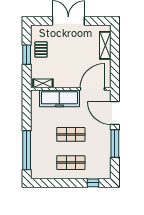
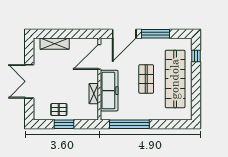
shelving: (43, 83) -> (94, 94), moved
door: (92, 89) -> (99, 57), hinge flipped
window: (27, 150) -> (129, 124), moved
shop shelf: (71, 163) -> (175, 79), width x2.00, depth x1.36

